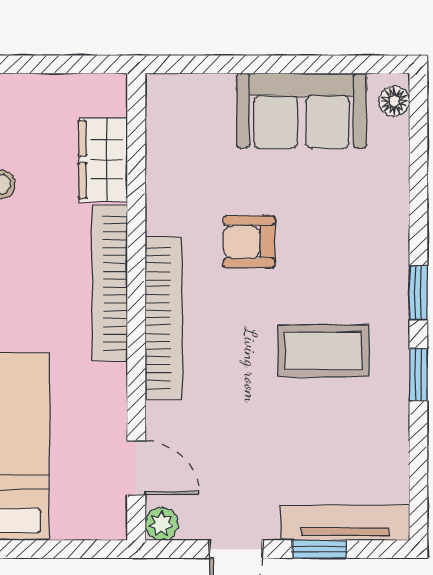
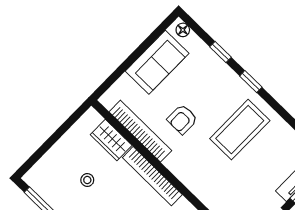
bookcase: (164, 318) -> (140, 131), moved
coffee table: (323, 351) -> (240, 130), width x1.36, depth x1.32
window: (418, 374) -> (221, 52), moved

